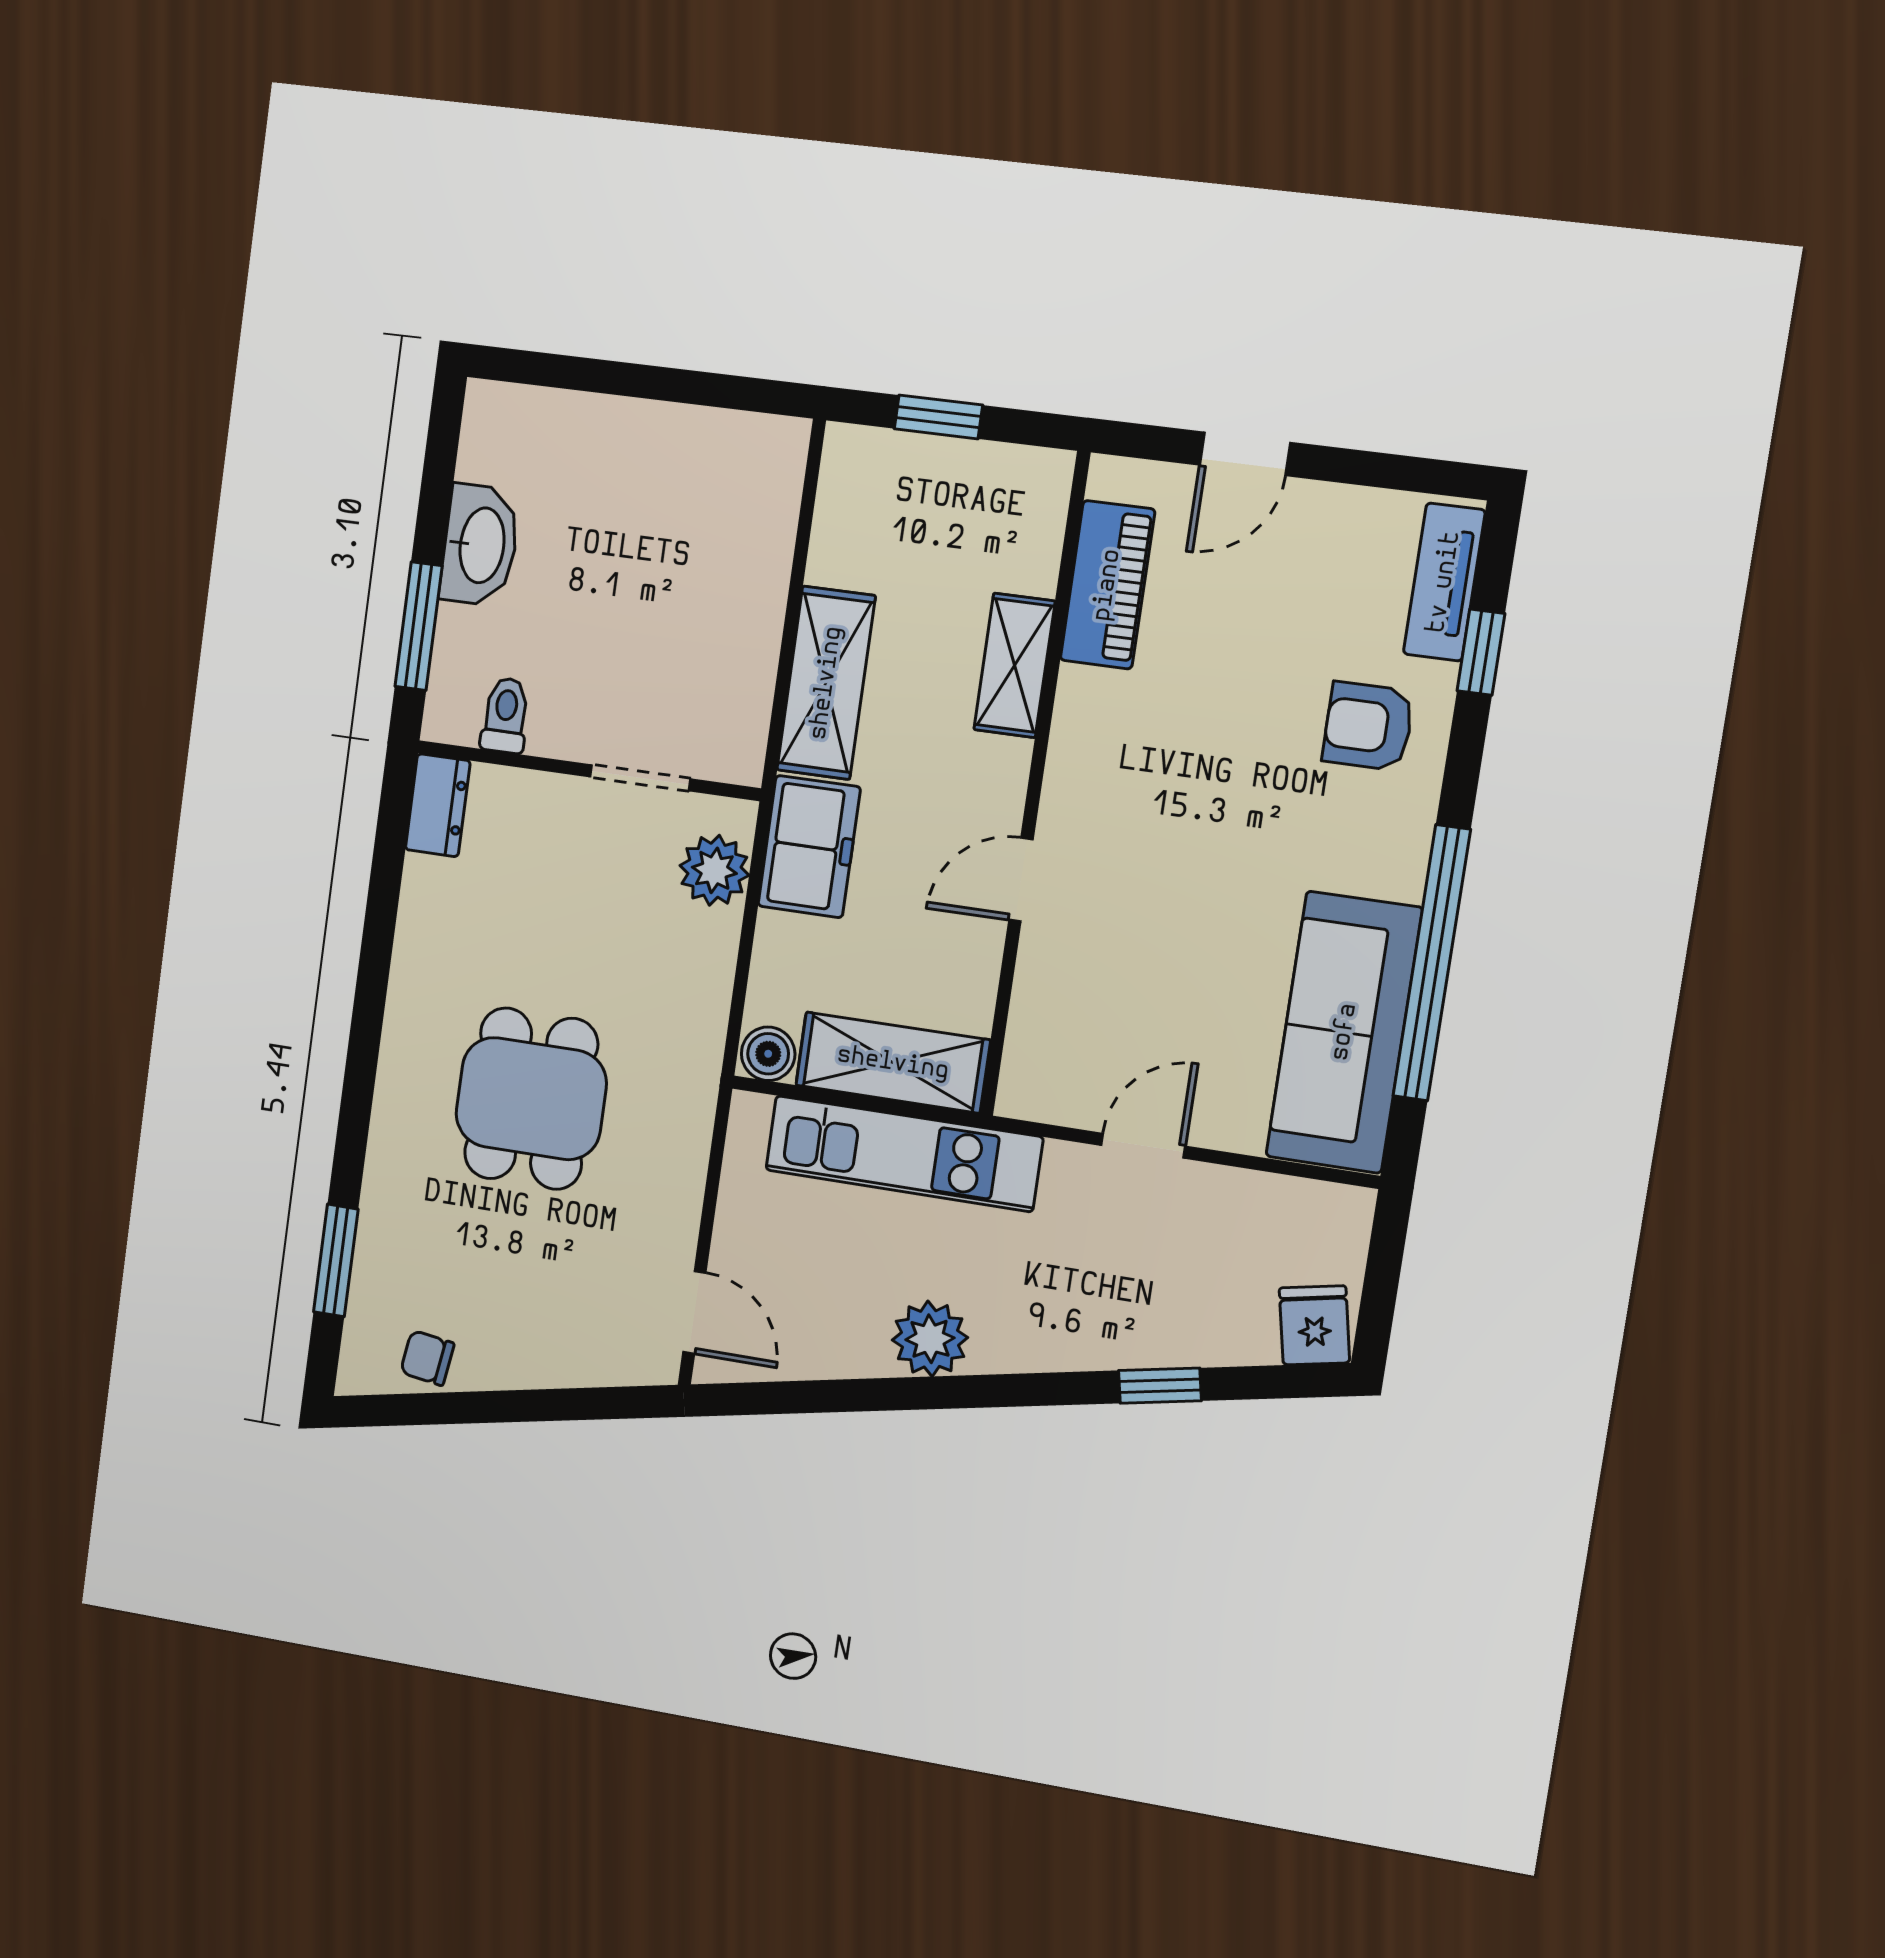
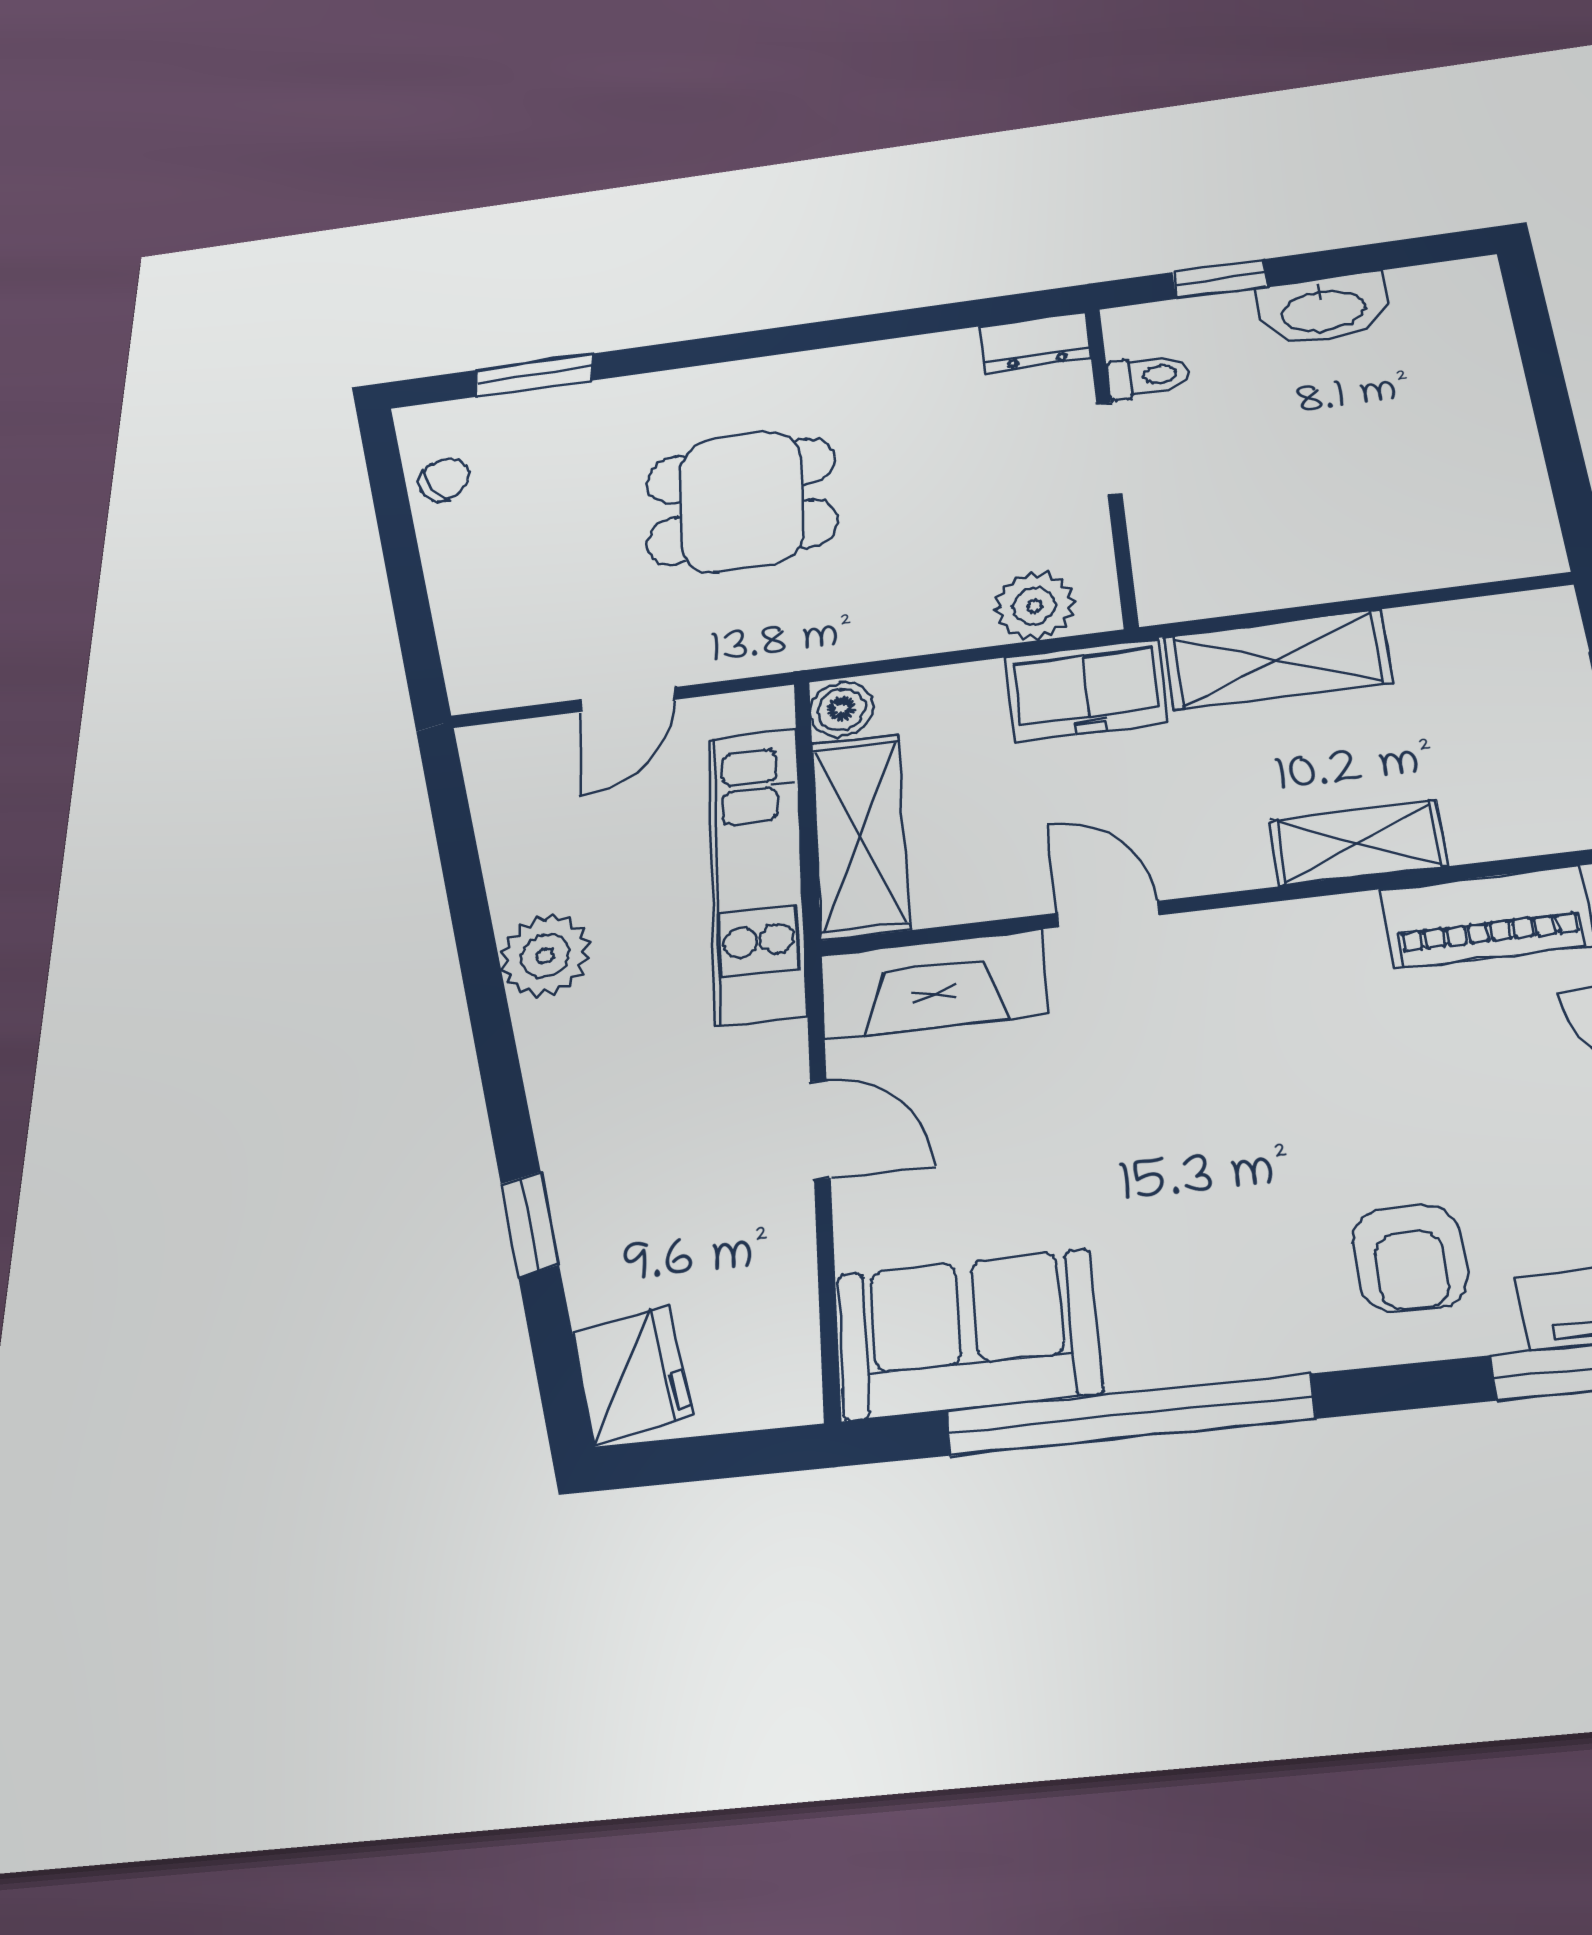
window: (419, 626) -> (1220, 279), width x0.67
armchair: (1368, 726) -> (1410, 1258), turned 180
doorway: (640, 778) -> (1109, 449), moved
fireplace: (1044, 1031) -> (934, 984), added
sofa: (1344, 1032) -> (968, 1334), width x0.73
door: (694, 1312) -> (628, 699), moved
fridge: (1314, 1325) -> (632, 1373), width x1.38
chair: (427, 1358) -> (444, 479), turned 46

